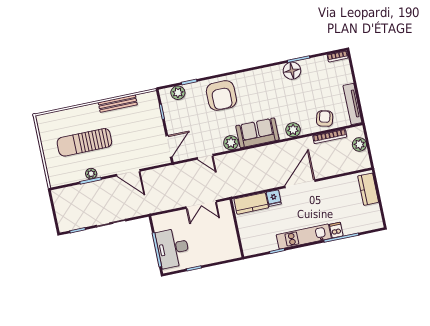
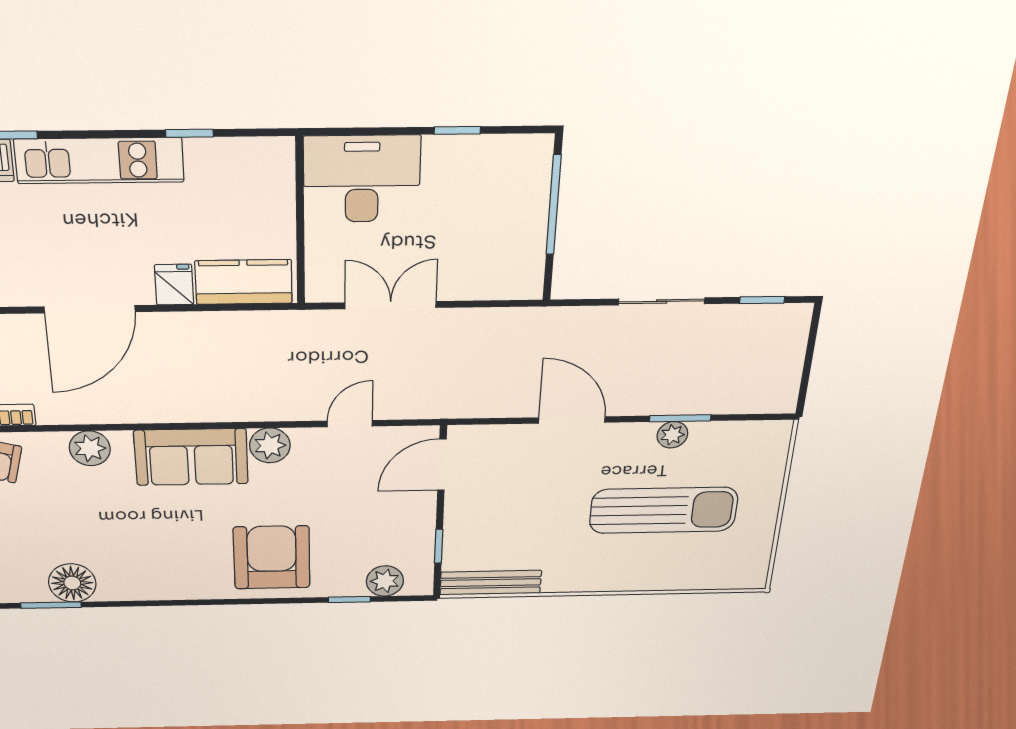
bench: (118, 104) -> (491, 583), moved
door: (205, 157) -> (350, 424), hinge flipped
desk: (173, 248) -> (362, 179), moved, turned -90

